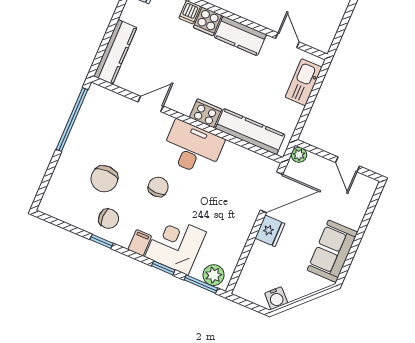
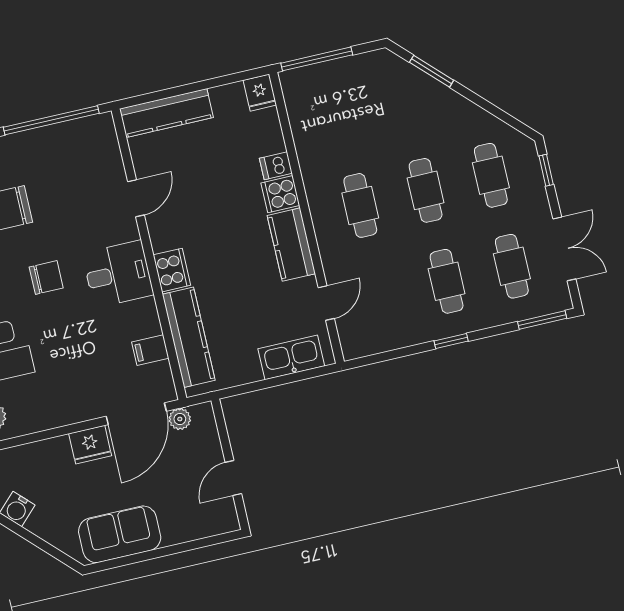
door: (151, 104) -> (136, 198), hinge flipped
desk: (192, 148) -> (118, 274), width x0.73
plant: (299, 155) -> (180, 419), moved
filing cabinet: (242, 158) -> (150, 350), added
door: (272, 192) -> (136, 414), hinge flipped

